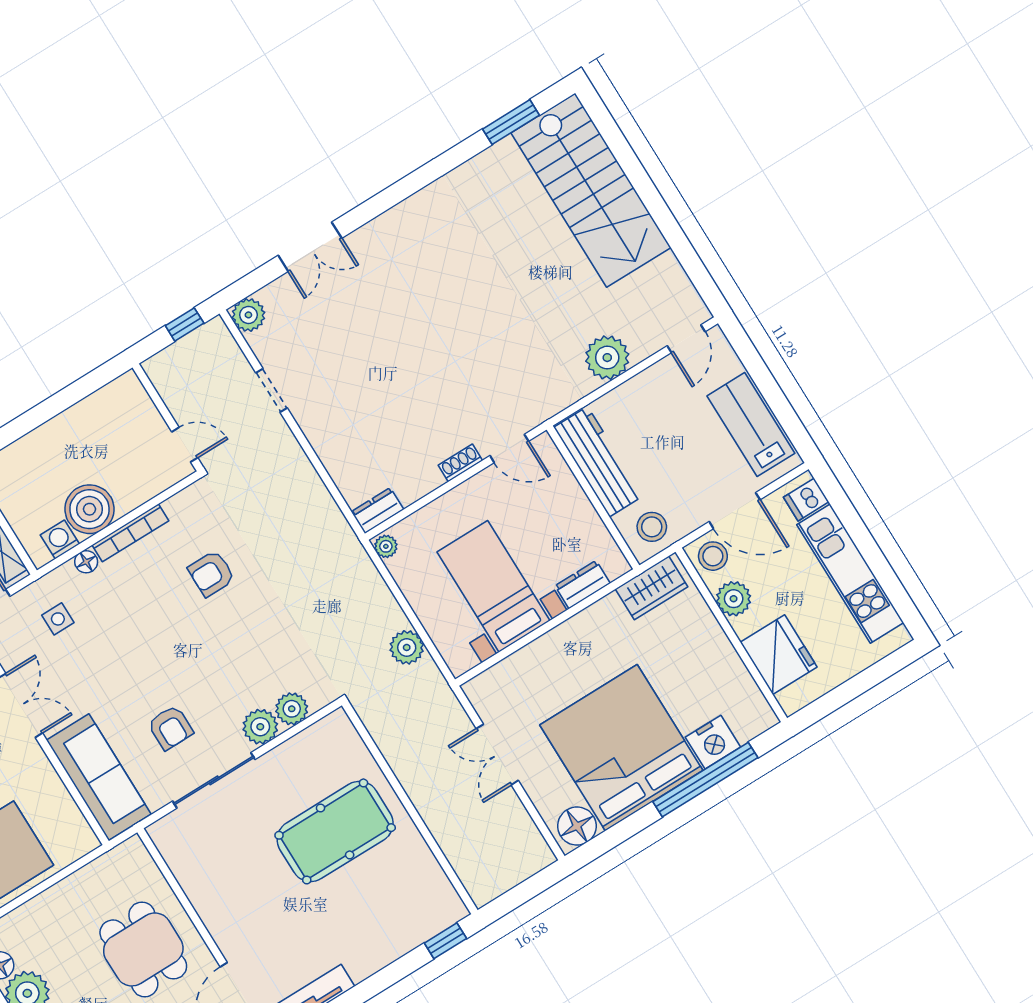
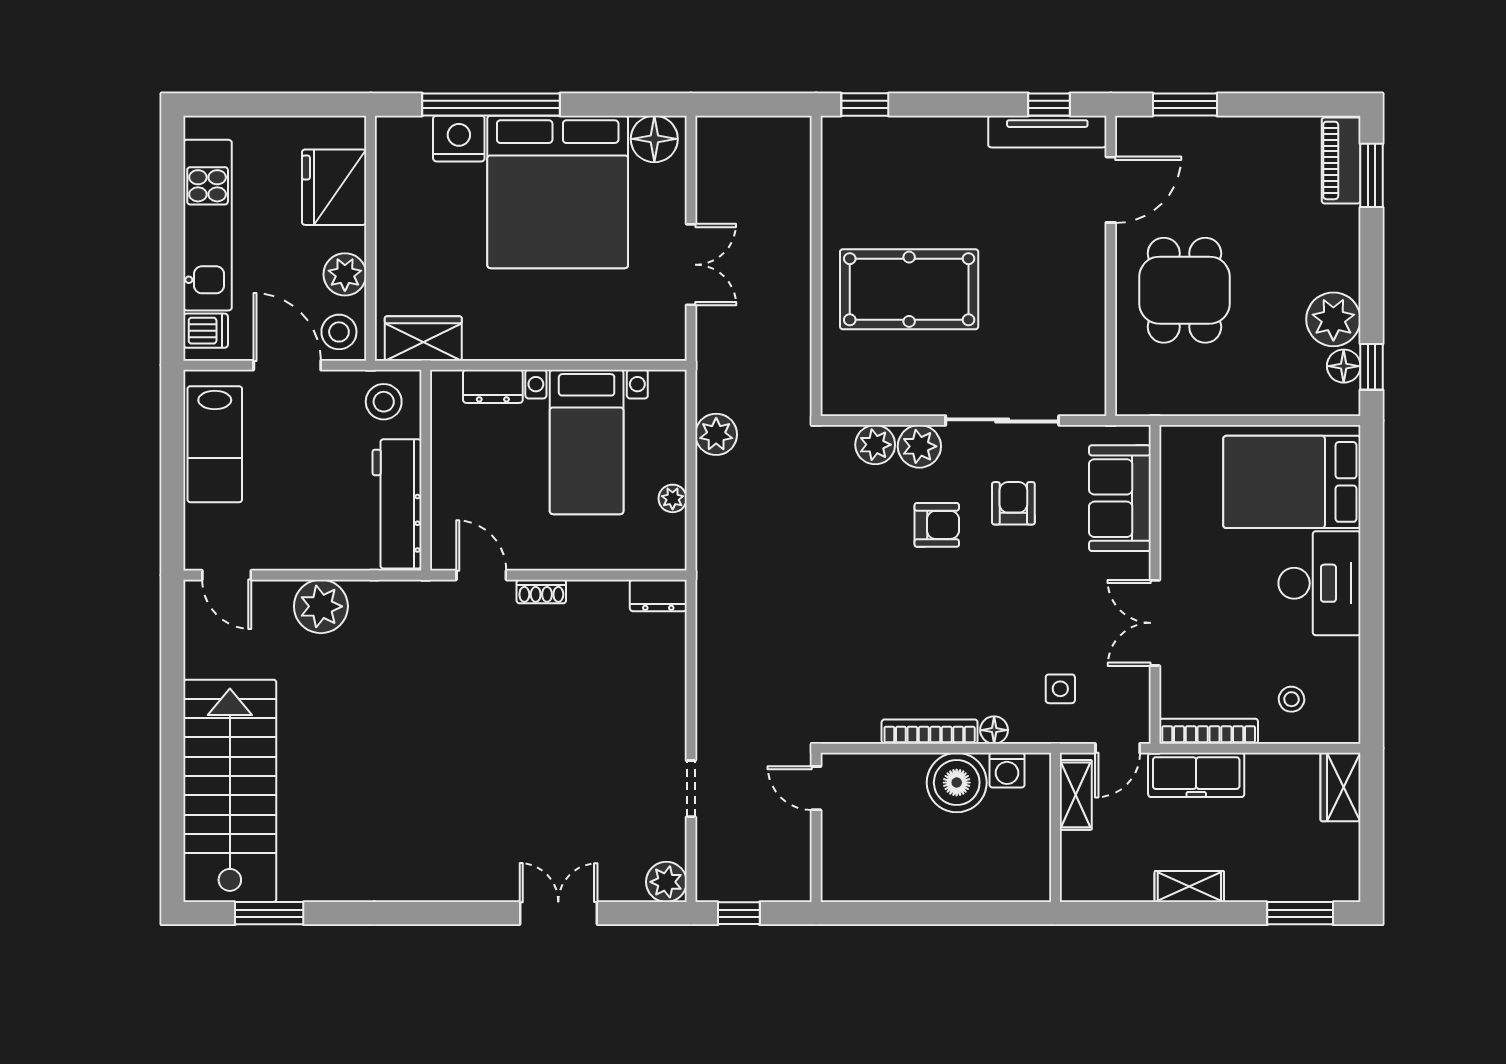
door: (686, 339) -> (227, 575), swing flipped
plant: (386, 546) -> (673, 498), moved
armchair: (211, 574) -> (937, 525), moved
sofa: (99, 777) -> (1120, 498), width x0.73

